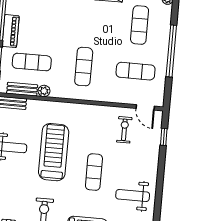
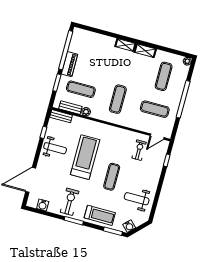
door: (145, 107) -> (157, 137), hinge flipped

